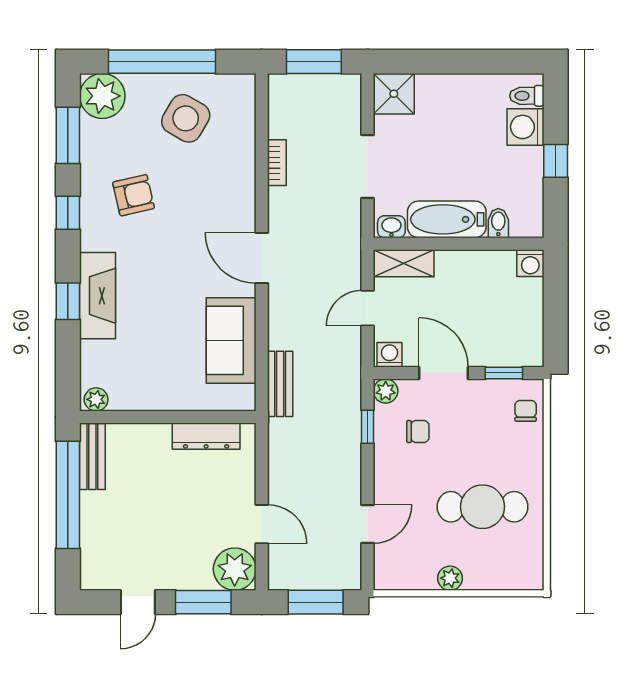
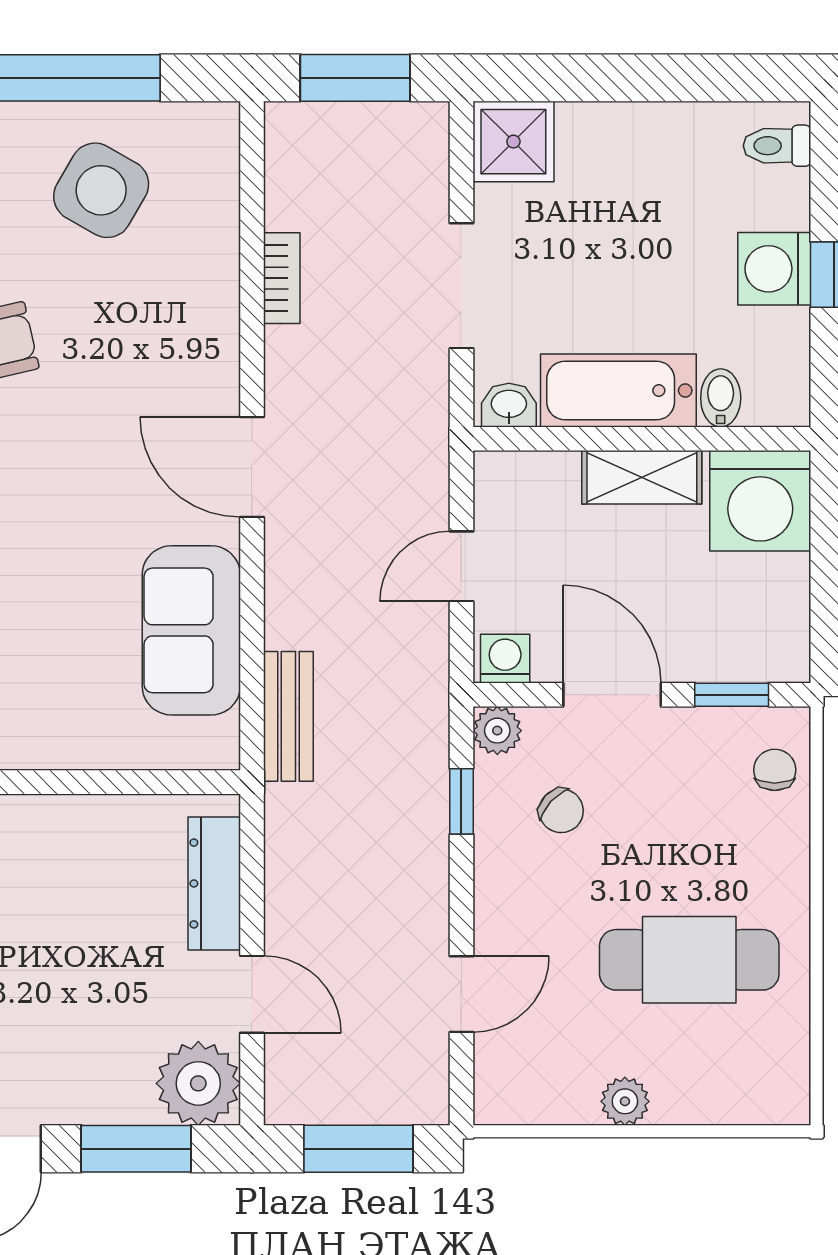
washing machine: (525, 127) -> (774, 269), moved
shelving: (404, 263) -> (642, 477), moved
washing machine: (530, 263) -> (760, 501), width x1.89, depth x1.89
chair: (418, 431) -> (561, 811), turned 43
dresser: (206, 436) -> (214, 883), moved, turned 90

